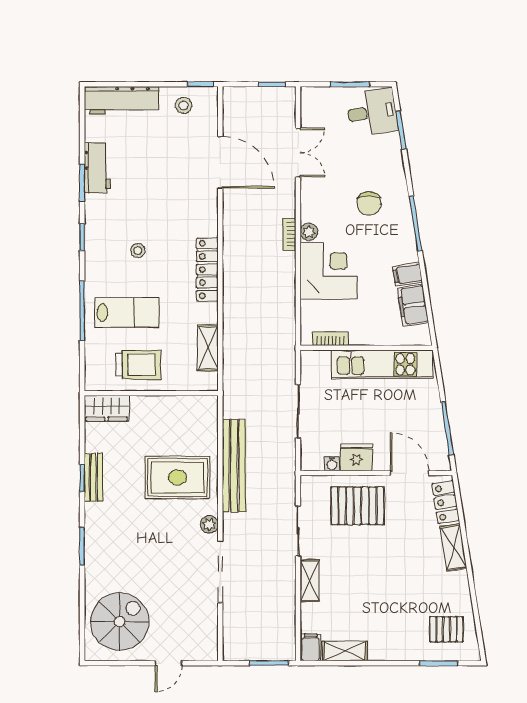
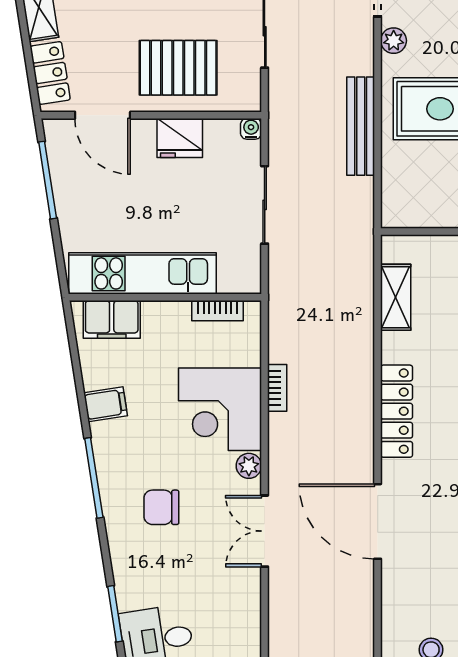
double door: (298, 152) -> (265, 531), moved
door: (220, 162) -> (378, 521), moved
chair: (369, 203) -> (161, 507), turned -90
bookcase: (289, 234) -> (277, 388), moved
filing cabinet: (413, 305) -> (112, 319), moved, turned 99
water cooler: (332, 464) -> (251, 129), moved
bench: (234, 466) -> (361, 126), width x0.73, depth x0.82

